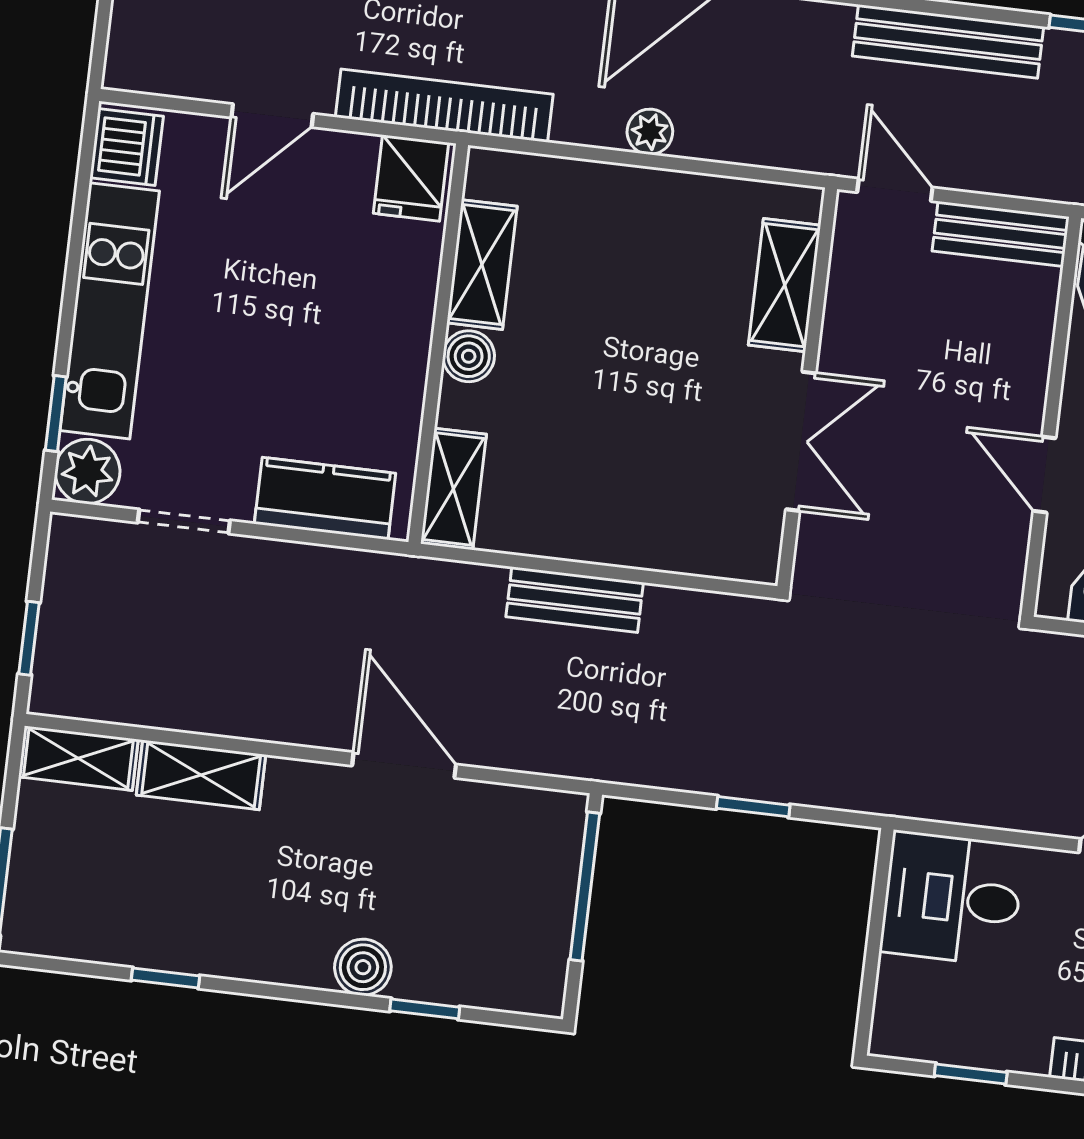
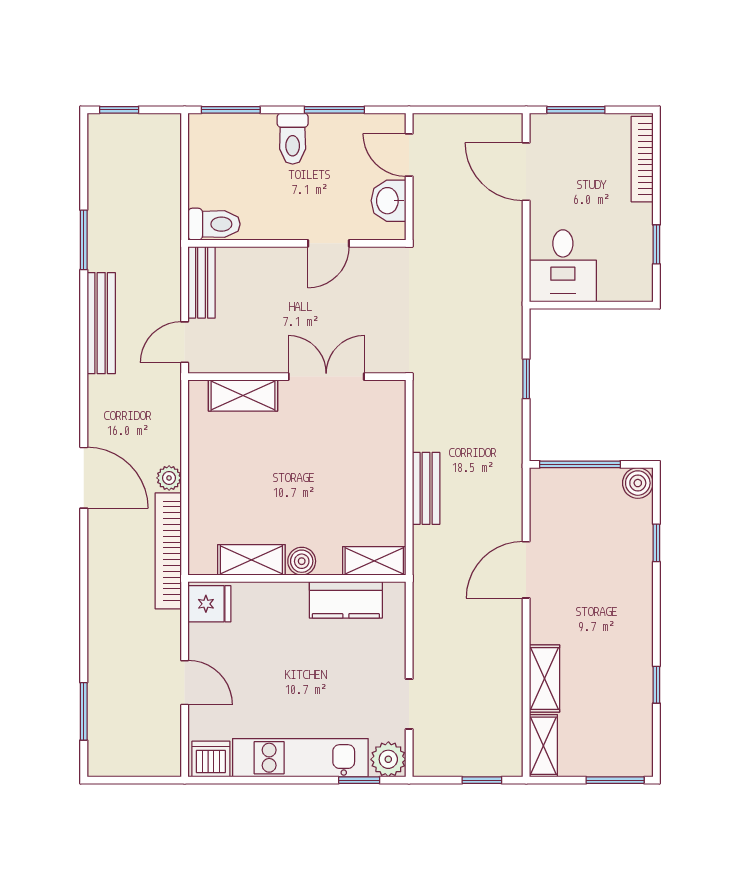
bookcase: (444, 106) -> (168, 551), moved
kitchen counter: (325, 498) -> (346, 600), moved, turned -90
boiler: (363, 967) -> (638, 483), moved

